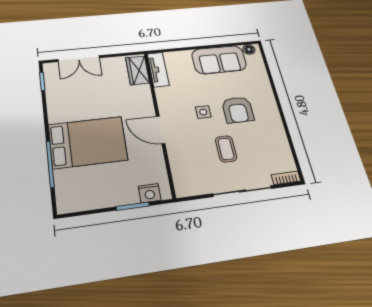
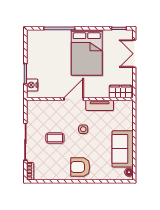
tv unit: (158, 70) -> (100, 105), moved
armchair: (238, 110) -> (80, 167), moved
bed: (88, 142) -> (87, 52), moved

